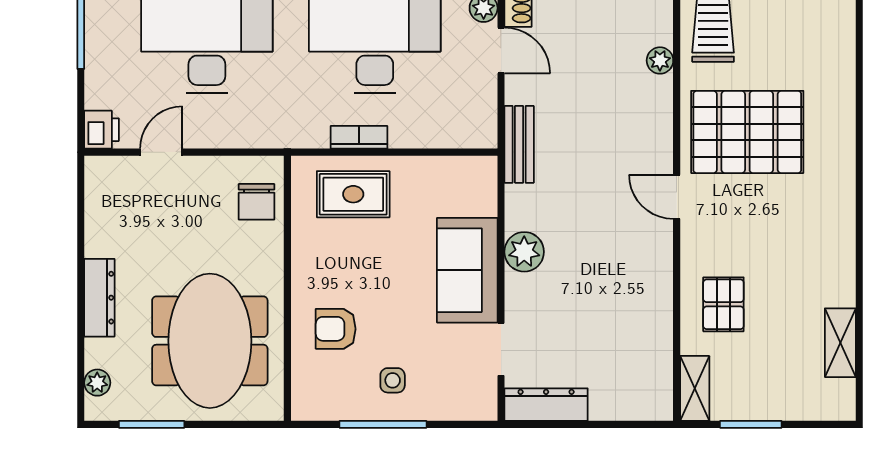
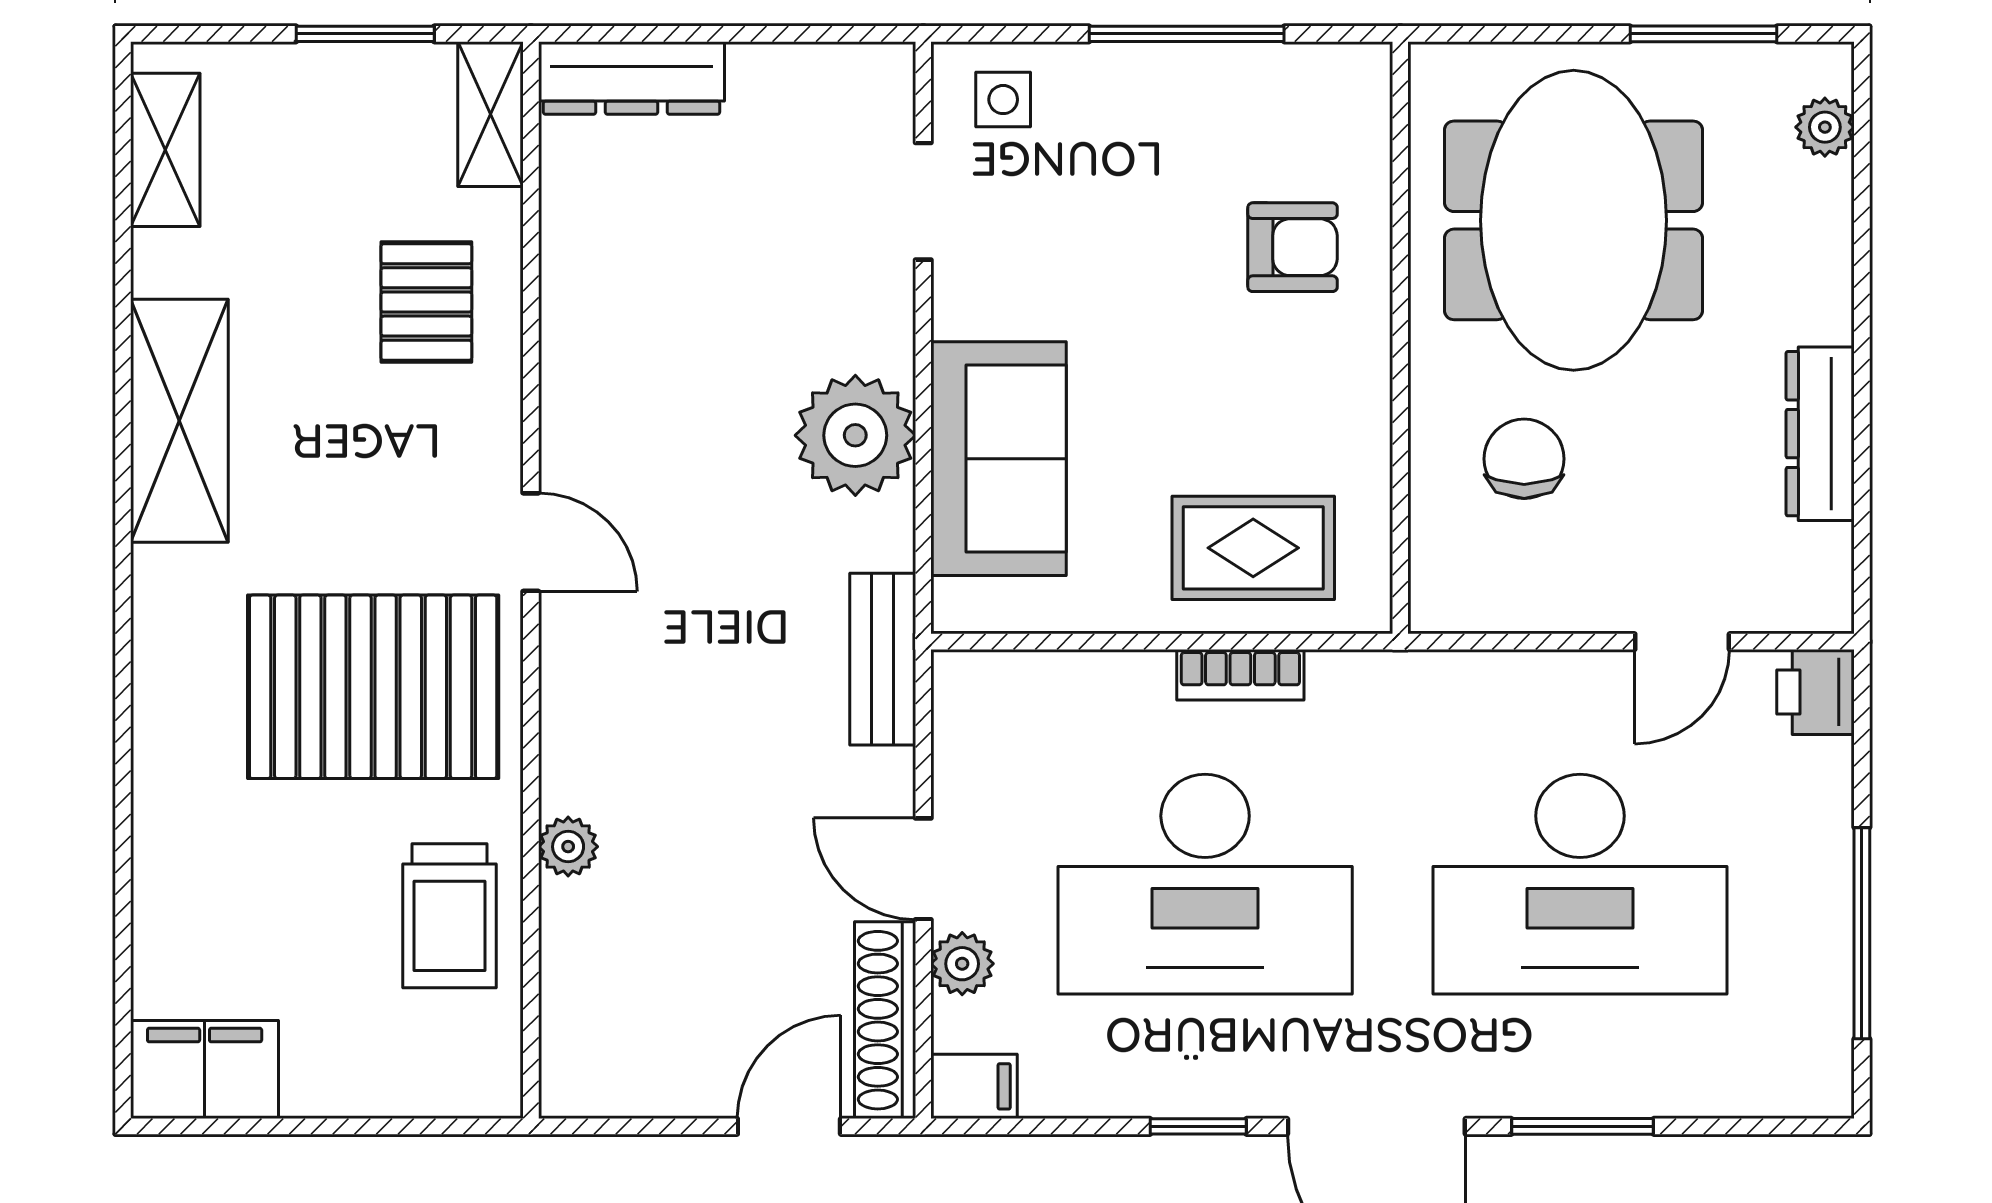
chair: (257, 202) -> (1524, 459), moved
shelving: (834, 251) -> (179, 421), added
plant: (524, 252) -> (855, 435), width x1.36, depth x1.36
sofa: (467, 270) -> (999, 459), moved
dresser: (99, 298) -> (1820, 434), moved
shelving: (840, 343) -> (165, 150), moved
side table: (393, 380) -> (1003, 100), moved
dresser: (546, 405) -> (631, 78), moved

